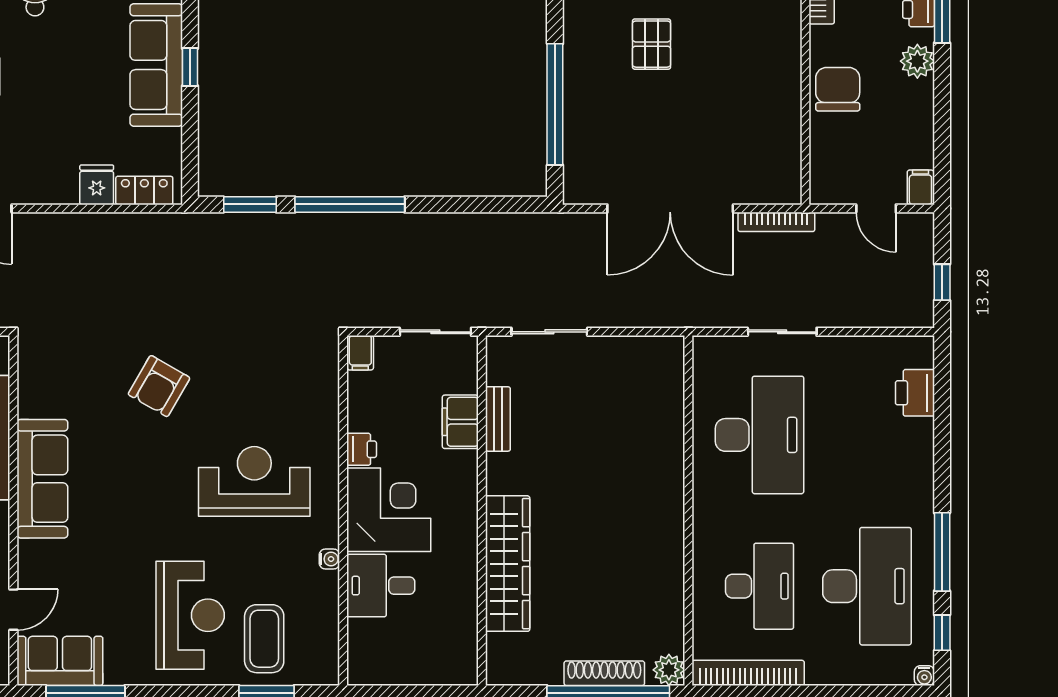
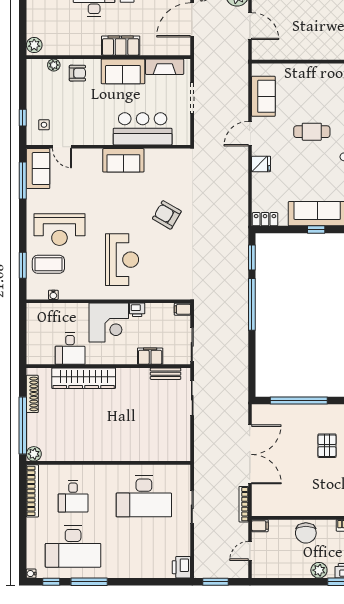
pallet: (652, 44) -> (327, 446), turned 90
chair: (838, 89) -> (306, 533), turned 90
fridge: (97, 185) -> (261, 164), moved
filing cabinet: (920, 187) -> (260, 526), moved
locker: (144, 190) -> (265, 219), moved, turned -90
double door: (670, 208) -> (250, 454), swing flipped
window: (942, 282) -> (215, 582), width x1.50
printer: (915, 393) -> (181, 567), moved, turned -90
bench: (498, 419) -> (166, 374), moved
sofa: (42, 479) -> (123, 160), width x0.73
water cooler: (329, 559) -> (53, 295), moved
desk: (381, 586) -> (70, 349), moved, turned 180
desk: (760, 586) -> (73, 496), width x0.73
shoe rack: (604, 673) -> (32, 394), moved

